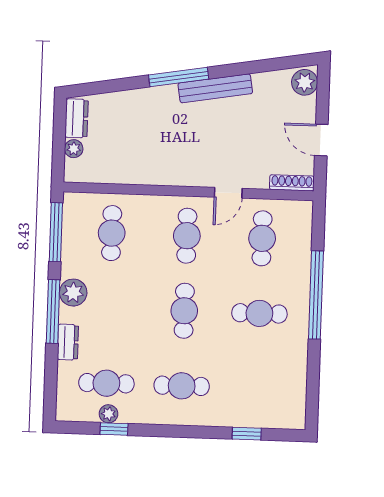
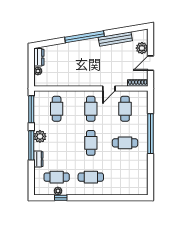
window: (179, 77) -> (85, 37), width x1.46
plant: (305, 82) -> (142, 48), moved
bench: (215, 88) -> (115, 39), moved
door: (321, 140) -> (150, 63), hinge flipped
window: (247, 434) -> (121, 198), removed

